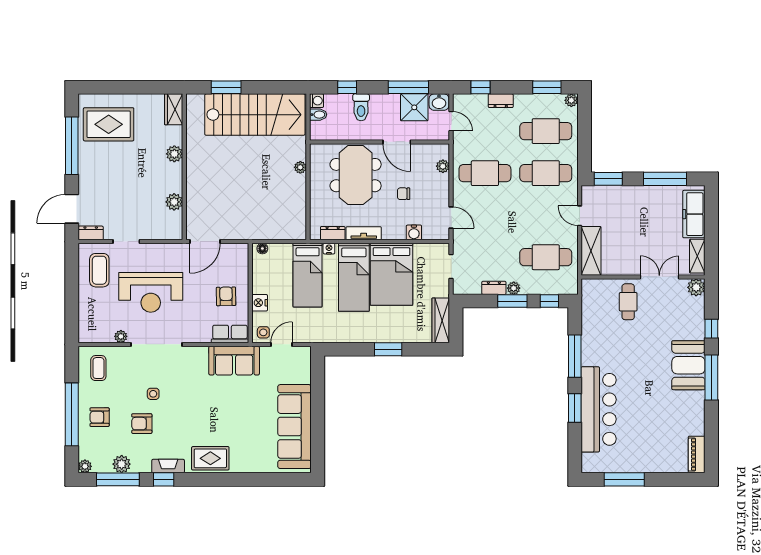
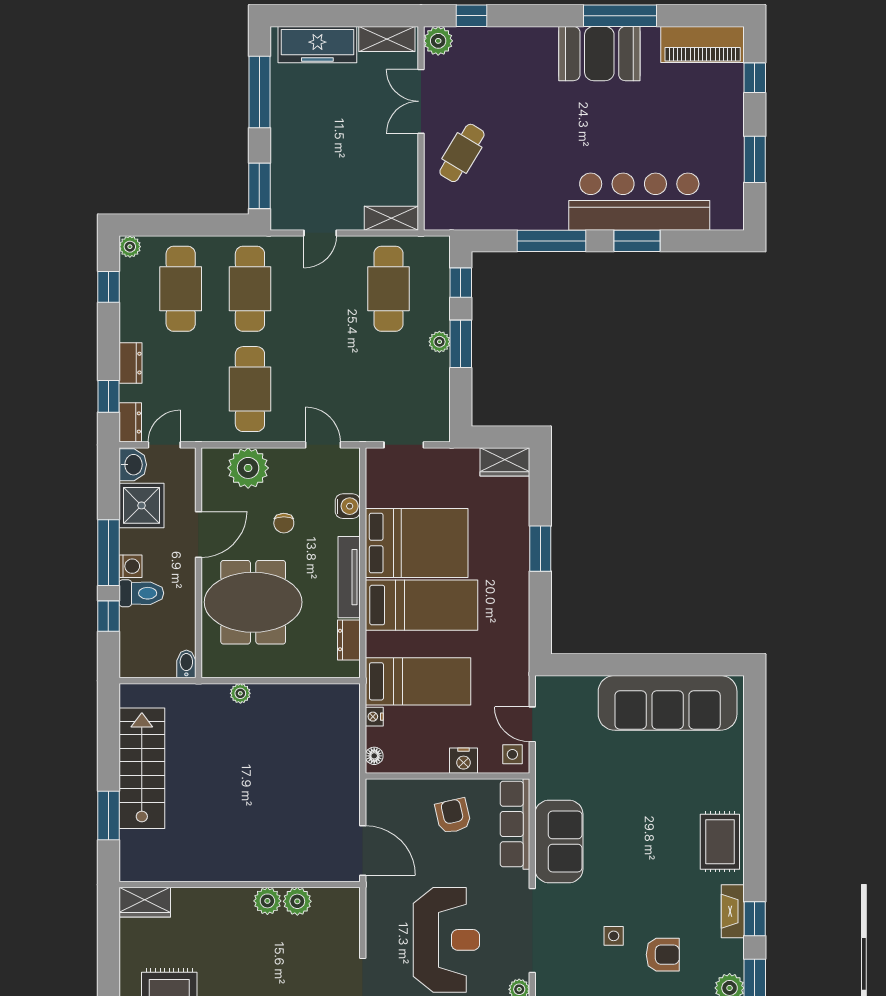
window: (408, 87) -> (108, 553), moved
window: (547, 87) -> (108, 287), width x0.67
washing machine: (317, 101) -> (130, 566), moved, turned 90
stairs: (255, 115) -> (142, 768), width x0.73, depth x0.66
bidet: (318, 115) -> (186, 664), moved
plant: (174, 154) -> (267, 901), moved
plant: (443, 166) -> (248, 468), width x1.87, depth x1.87
door: (451, 217) -> (323, 445), hinge flipped
tv unit: (364, 233) -> (349, 577), width x1.41
nightstand: (329, 249) -> (374, 717), moved
shelving: (591, 251) -> (391, 218), width x0.67, depth x0.75
dresser: (494, 288) -> (130, 422), moved, turned 180
armchair: (226, 296) -> (453, 816), turned 78
cafe table: (628, 302) -> (462, 153), turned -59
wardrobe: (441, 320) -> (505, 462), width x0.67
window: (711, 329) -> (472, 16), moved
row of seats: (230, 334) -> (515, 824), width x1.48
sofa: (234, 361) -> (559, 841), moved
booth: (688, 365) -> (599, 54), moved
window: (711, 378) -> (620, 16), moved
armchair: (142, 424) -> (663, 955), turned -90
piano: (697, 455) -> (703, 44), width x1.37, depth x1.33
window: (624, 479) -> (755, 159), width x0.69
window: (674, 479) -> (755, 78), added

